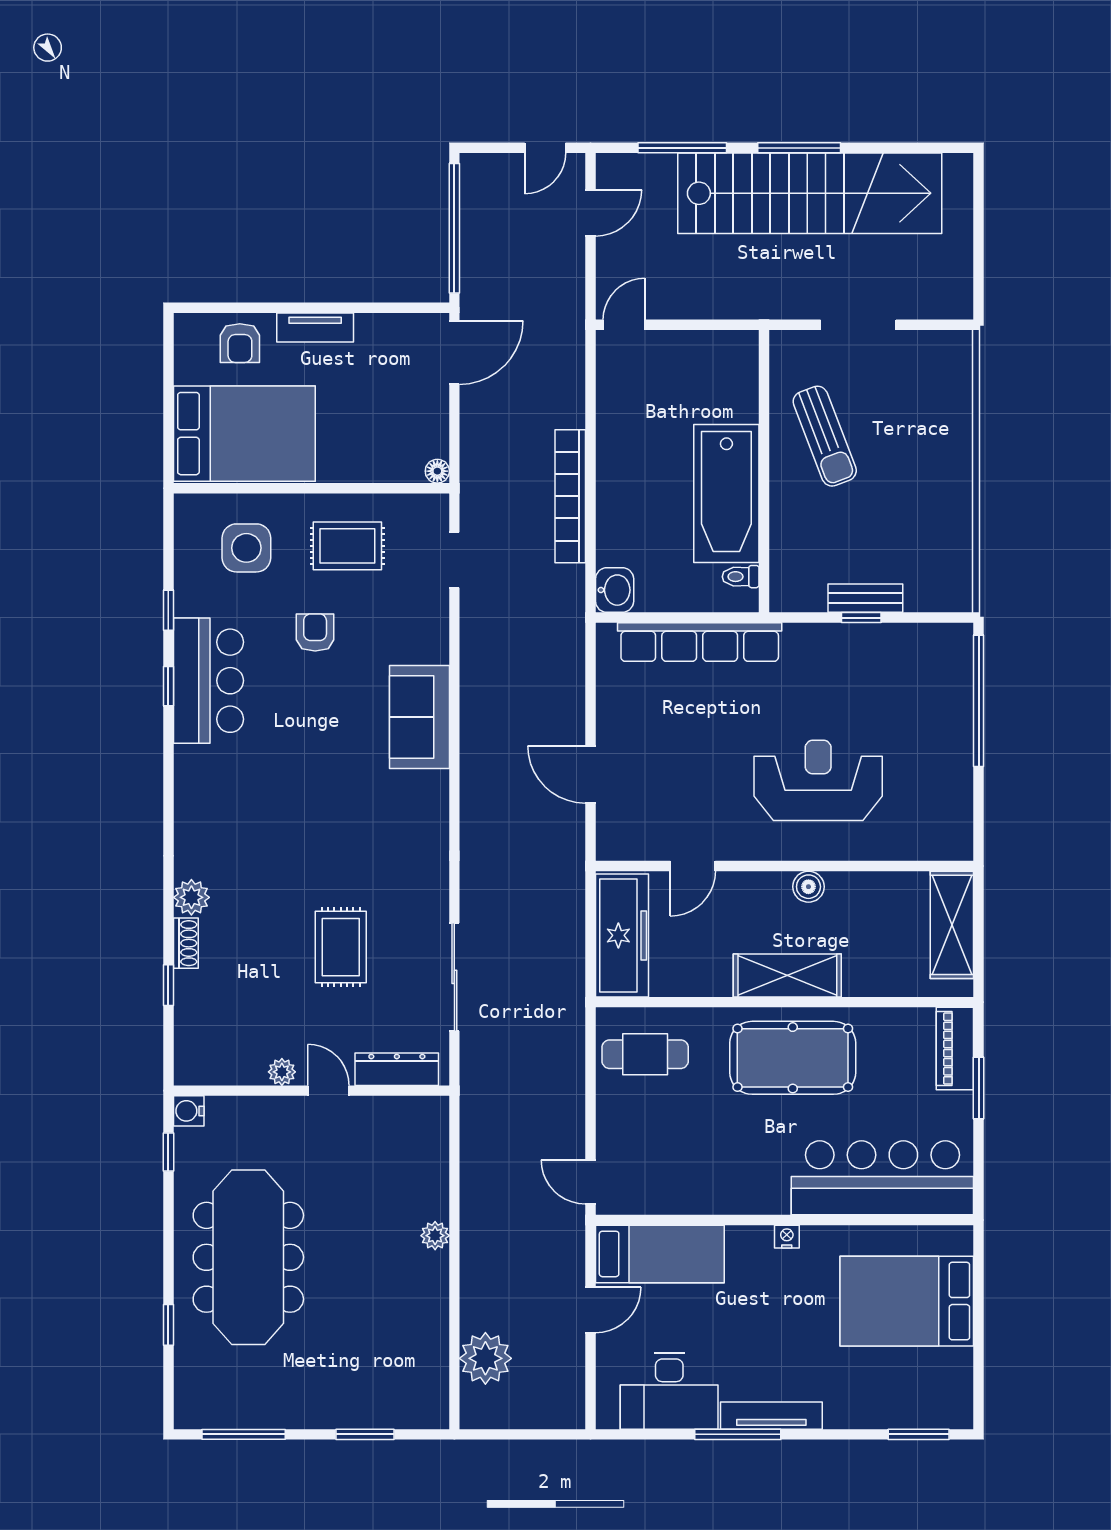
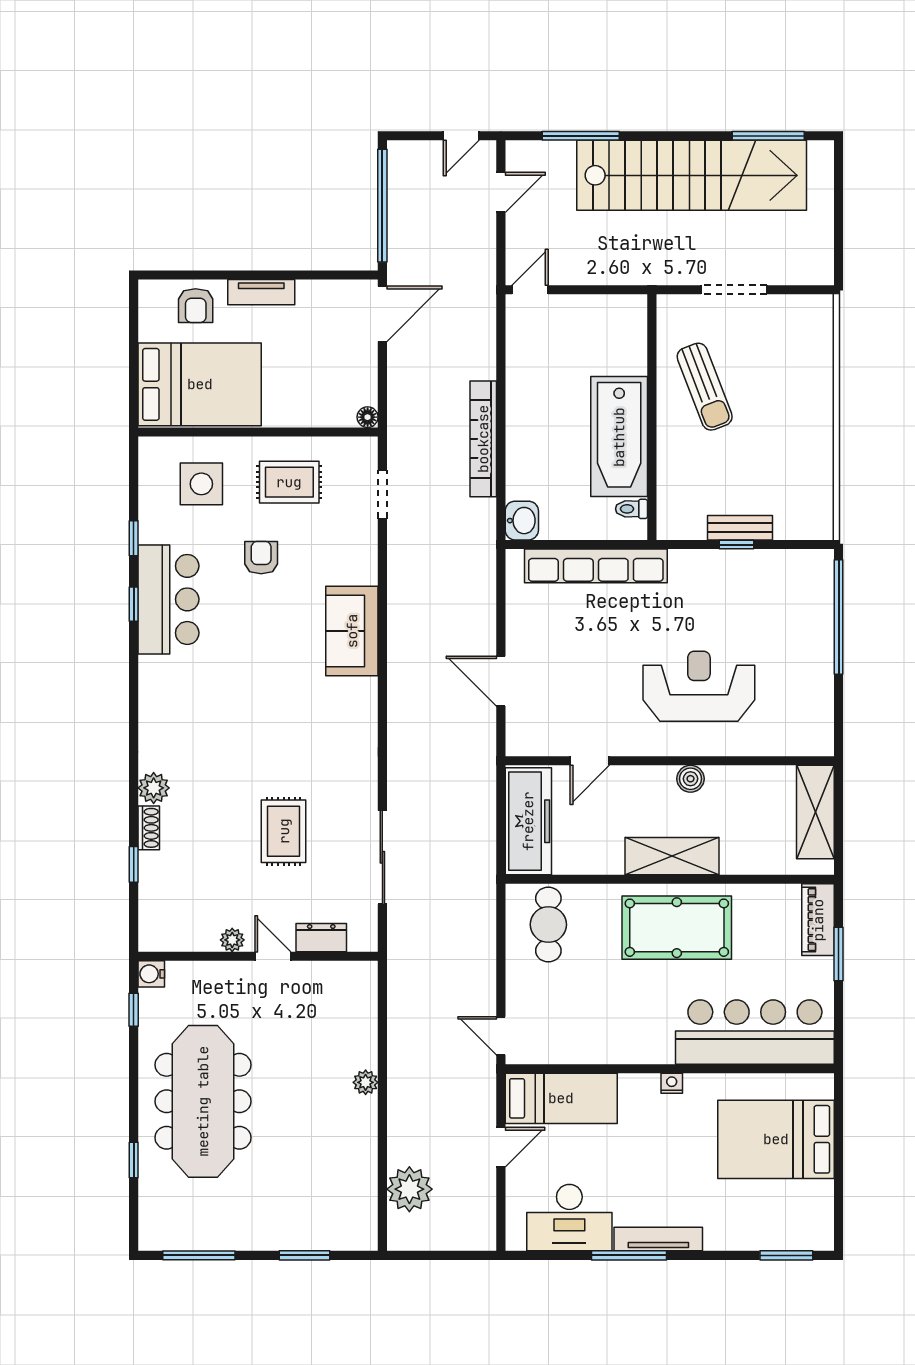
window: (799, 148) -> (768, 136), moved
cafe table: (645, 1054) -> (548, 925), turned 90
dresser: (397, 1069) -> (321, 938), width x0.70

